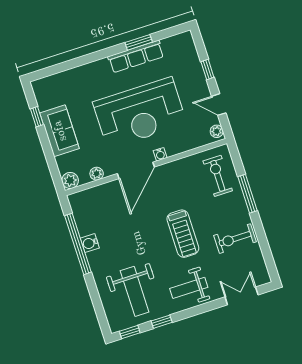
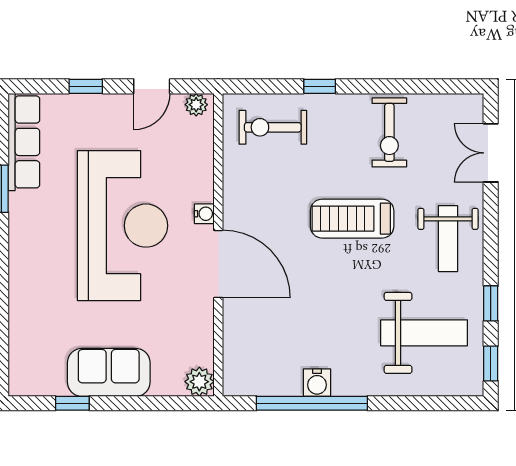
row of seats: (136, 56) -> (24, 142), moved
plant: (97, 174) -> (202, 333), removed
window: (248, 194) -> (320, 86), width x0.46
treadmill: (183, 234) -> (352, 219), turned 180

